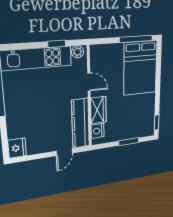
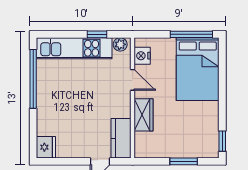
kitchen counter: (81, 123) -> (121, 138), width x0.67
nightstand: (98, 131) -> (142, 56), moved

